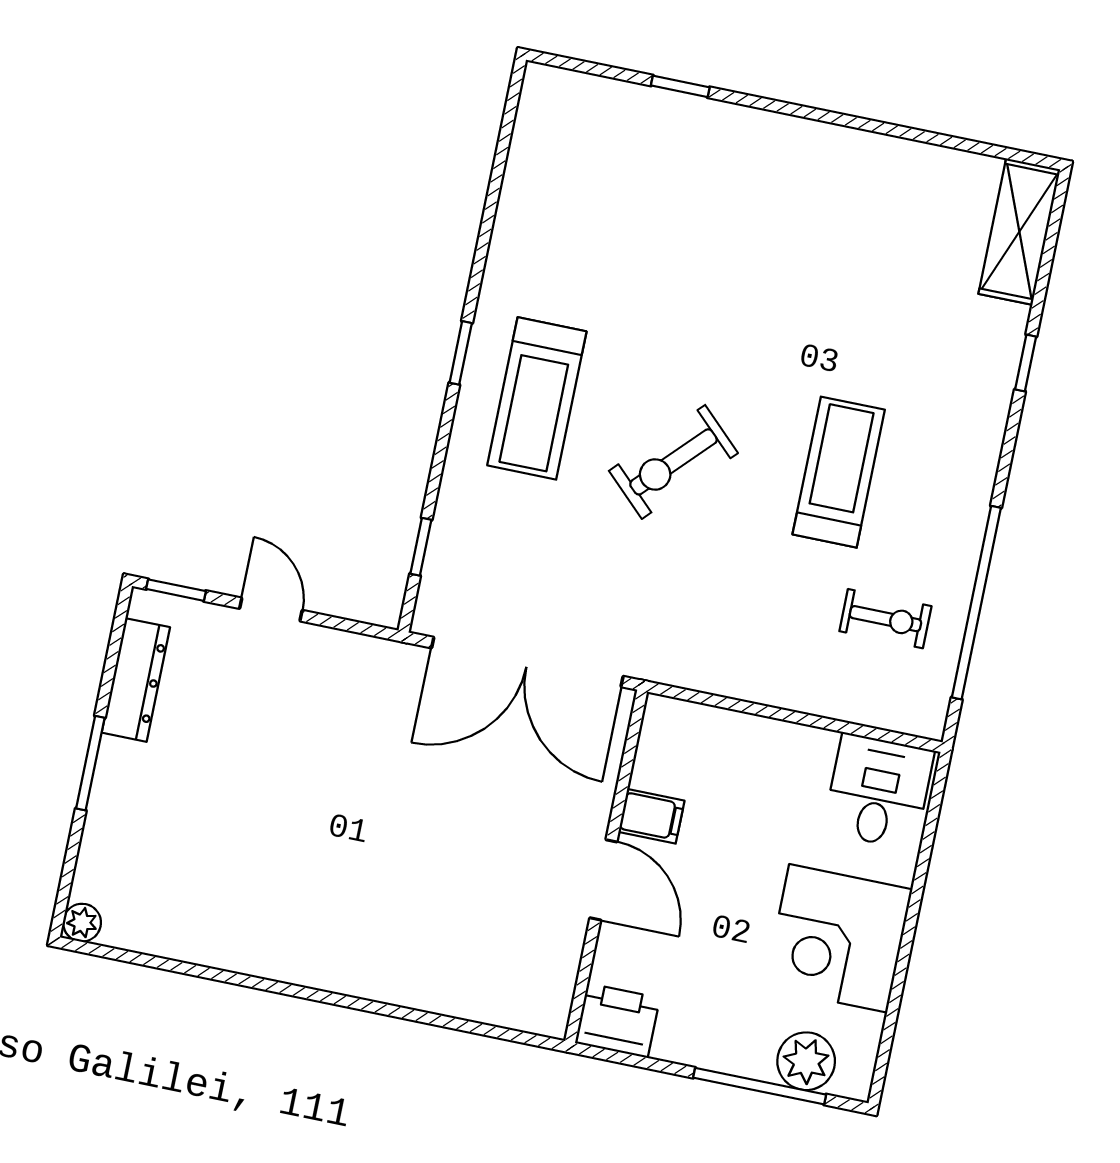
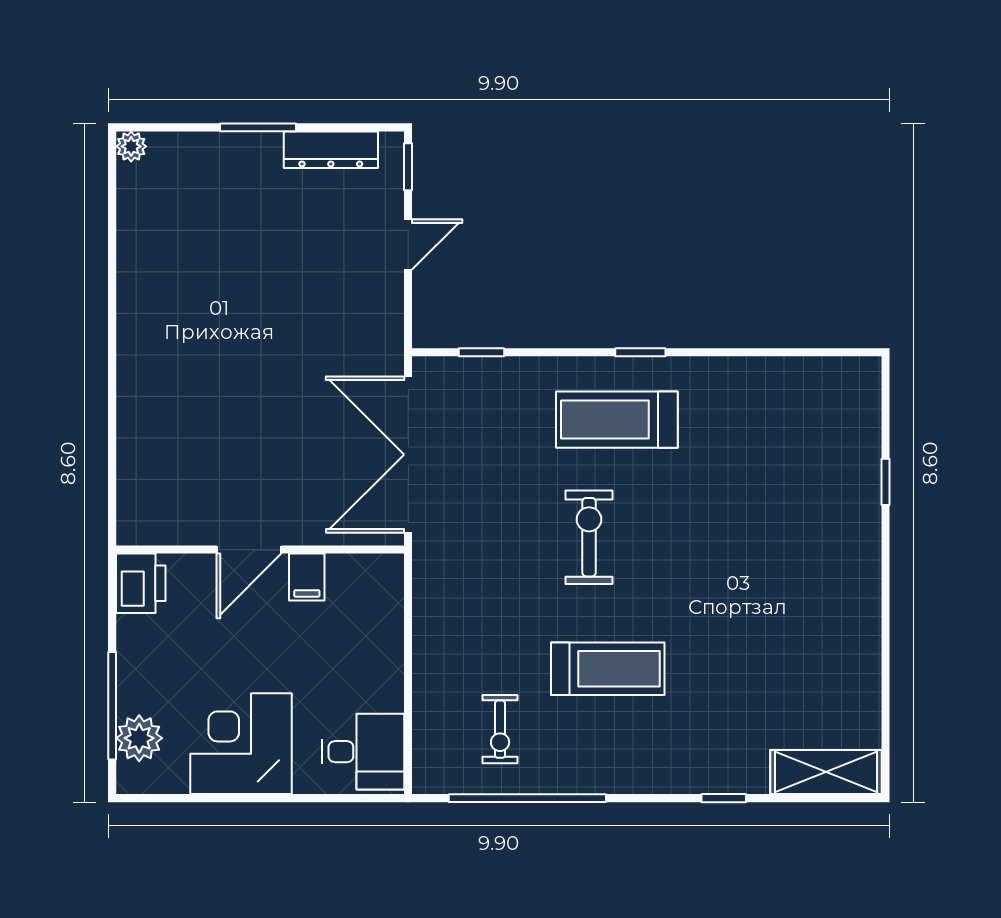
exercise bike: (673, 462) -> (589, 537), turned 46

